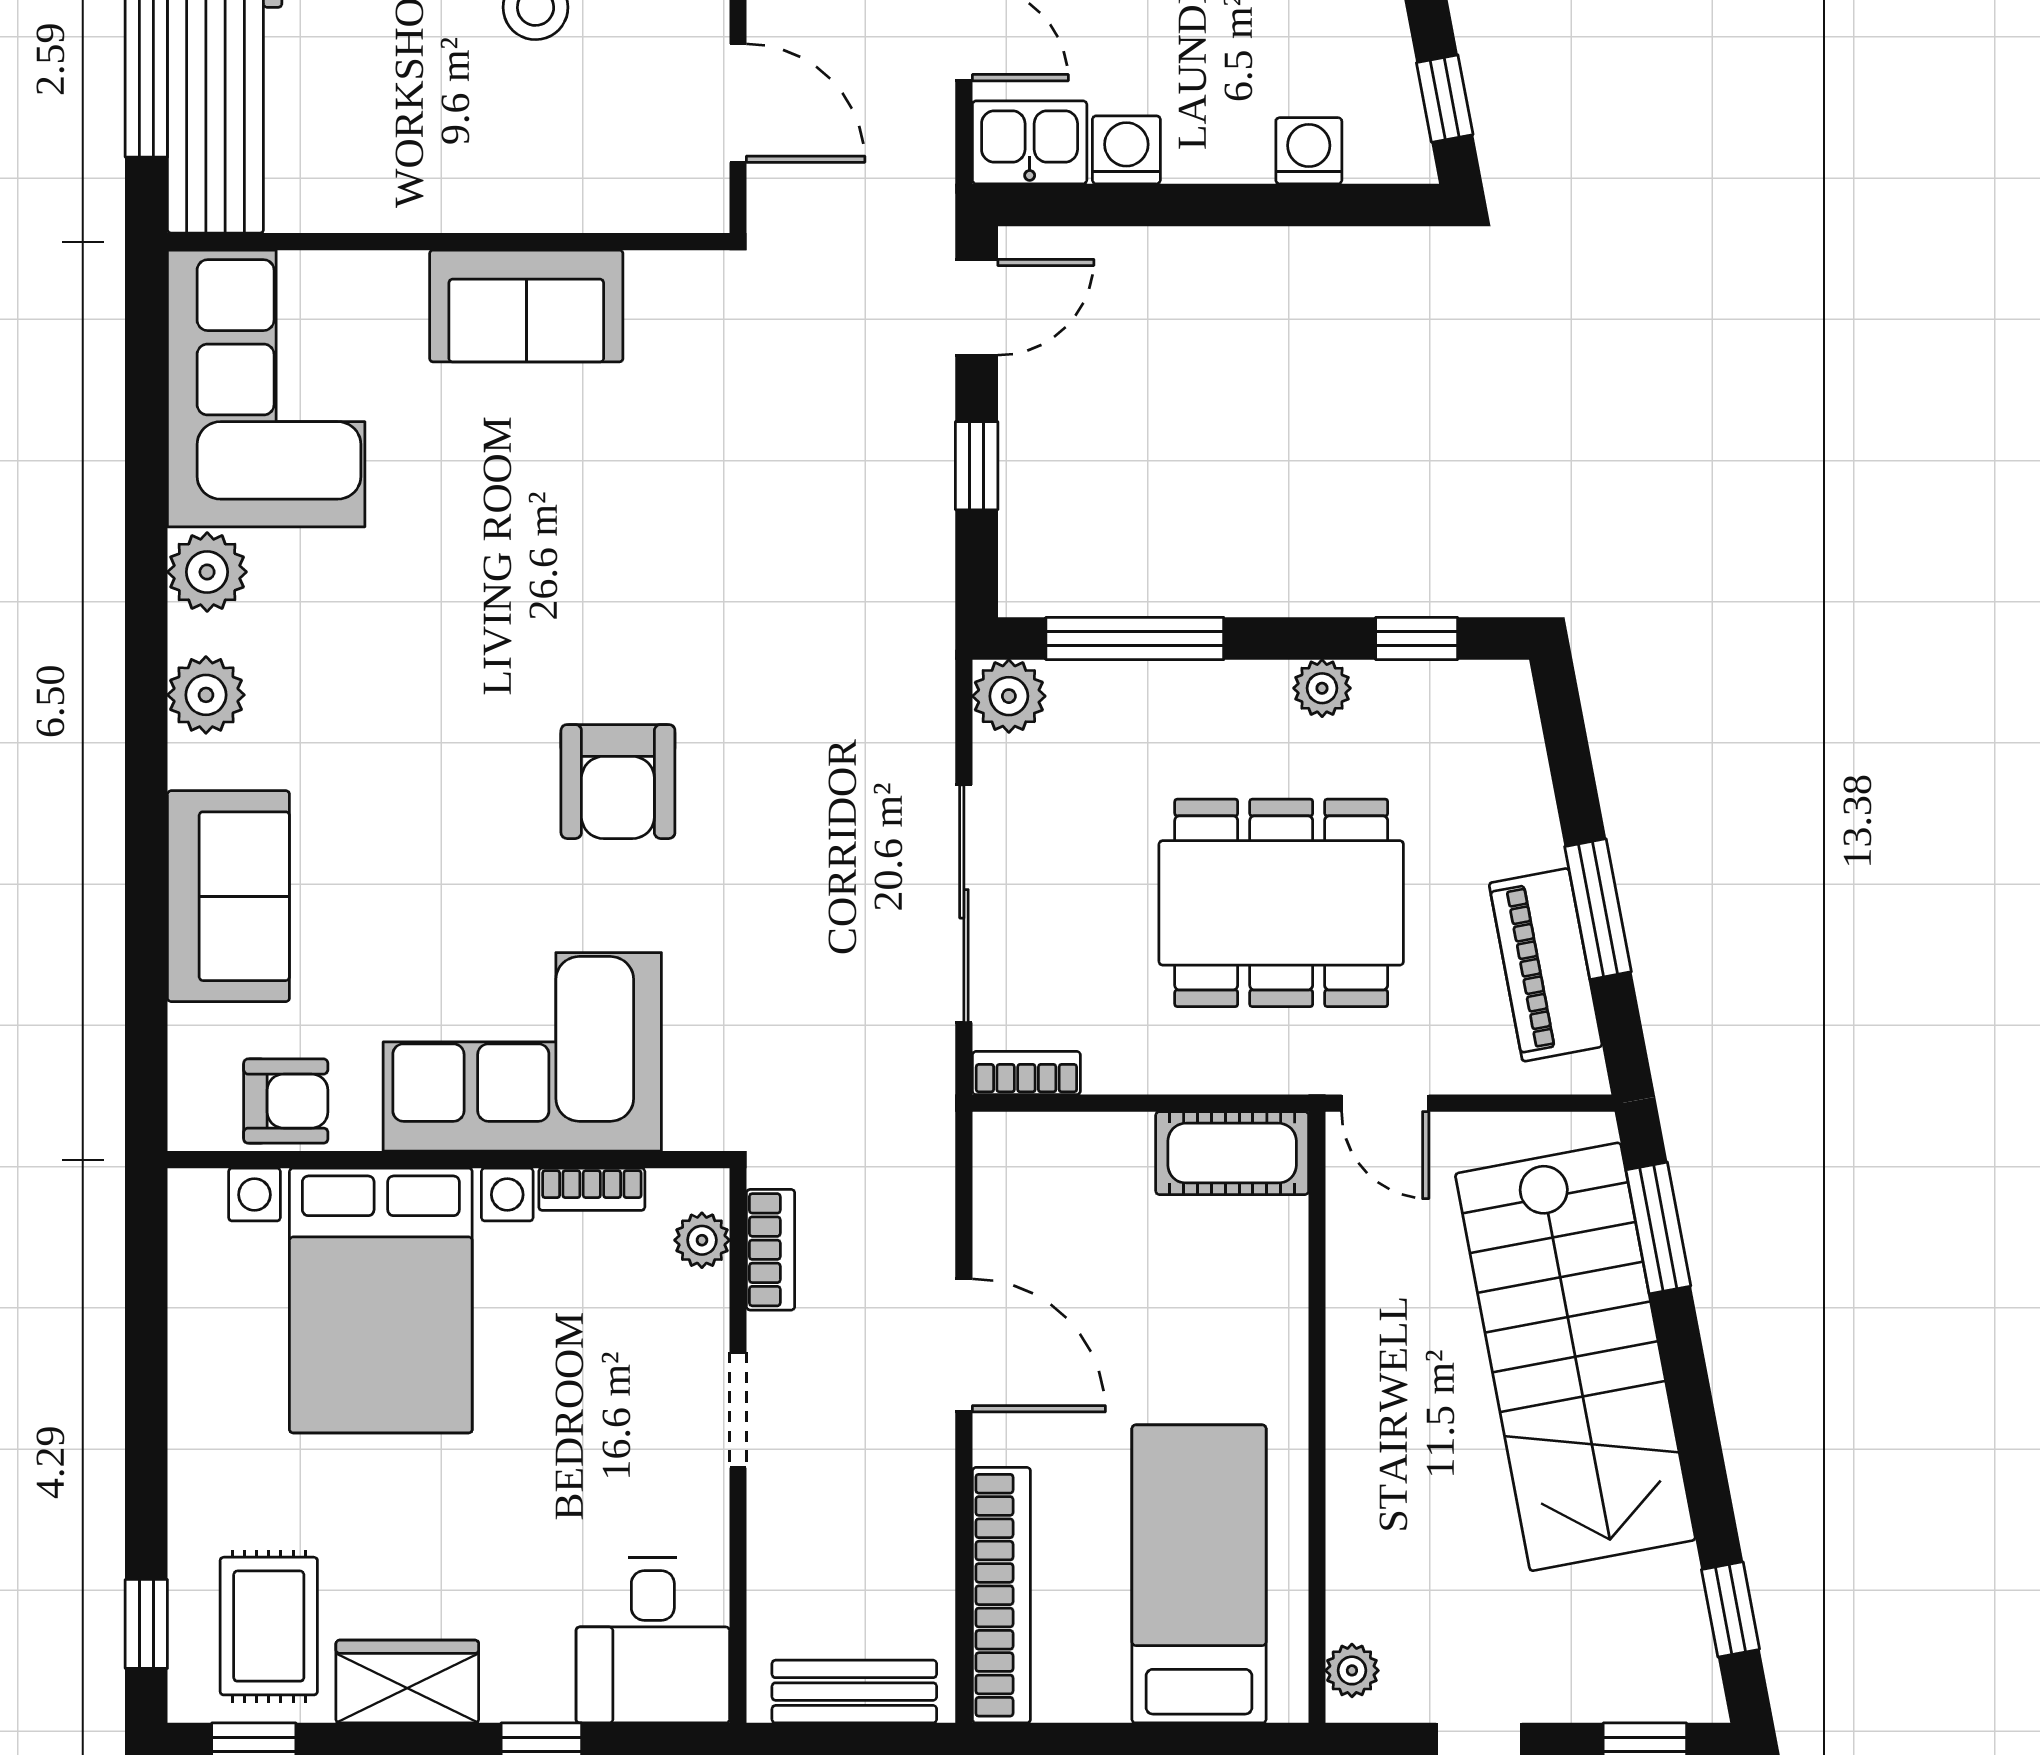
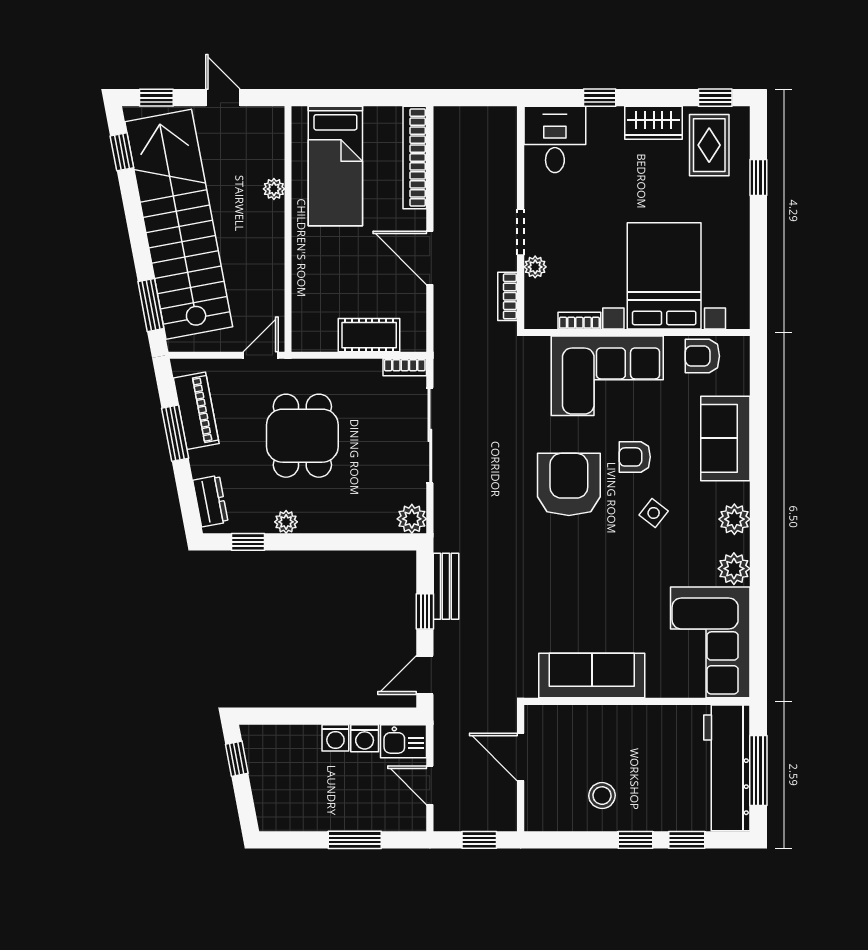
washing machine: (1309, 151) -> (335, 738), moved
sofa: (526, 306) -> (592, 675), width x1.36
window: (1135, 638) -> (361, 542), removed
side table: (407, 711) -> (654, 513), added
dresser: (1510, 740) -> (210, 501), added
armchair: (618, 782) -> (569, 484), width x1.36, depth x1.36
armchair: (454, 850) -> (635, 457), added
dining table: (1281, 903) -> (302, 436), width x0.73
door: (1385, 1103) -> (261, 355), hinge flipped
cot: (1232, 1153) -> (369, 335), moved
plant: (702, 1240) -> (535, 267), moved
stairs: (1575, 1357) -> (179, 224), width x1.36
window: (146, 1624) -> (758, 177), moved
plant: (1352, 1670) -> (274, 189), moved
bench: (854, 1692) -> (446, 586), moved, turned 90

